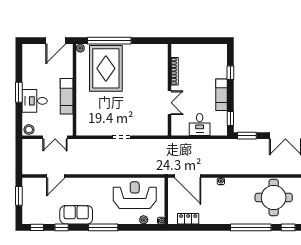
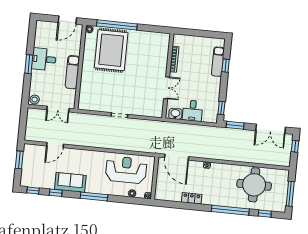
exam couch: (222, 95) -> (218, 62), moved
desk: (35, 101) -> (44, 59), moved
washbasin: (182, 130) -> (175, 114), added
locker: (188, 219) -> (192, 198), moved

